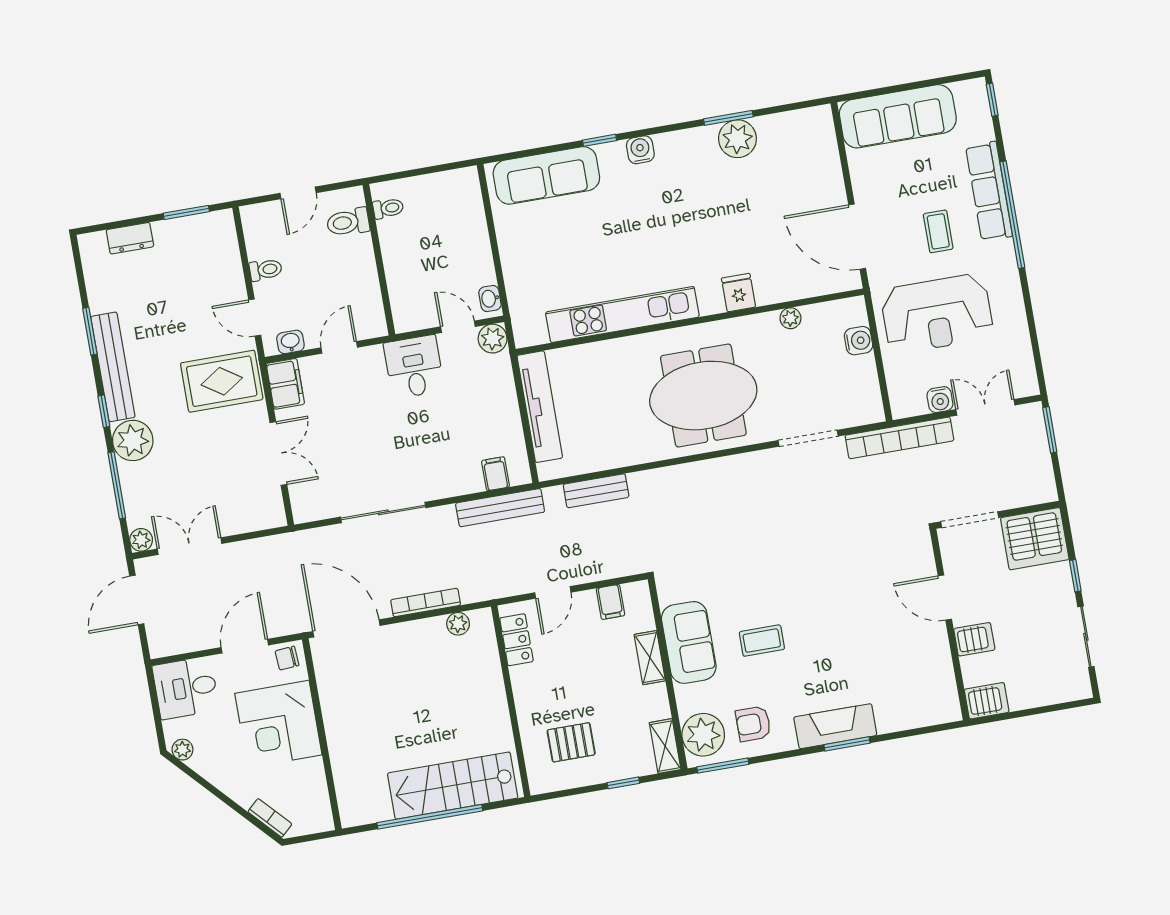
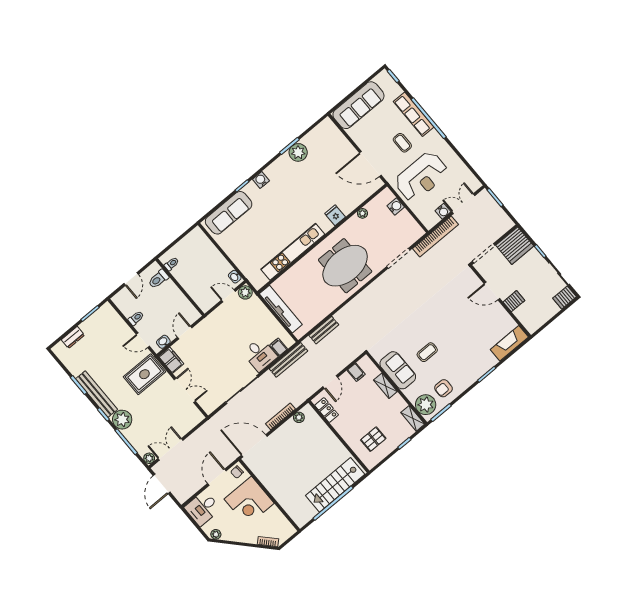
desk: (414, 367) -> (260, 355), moved, turned 180
server rack: (987, 701) -> (565, 297), moved, turned 180
fireplace: (835, 726) -> (509, 343), moved

